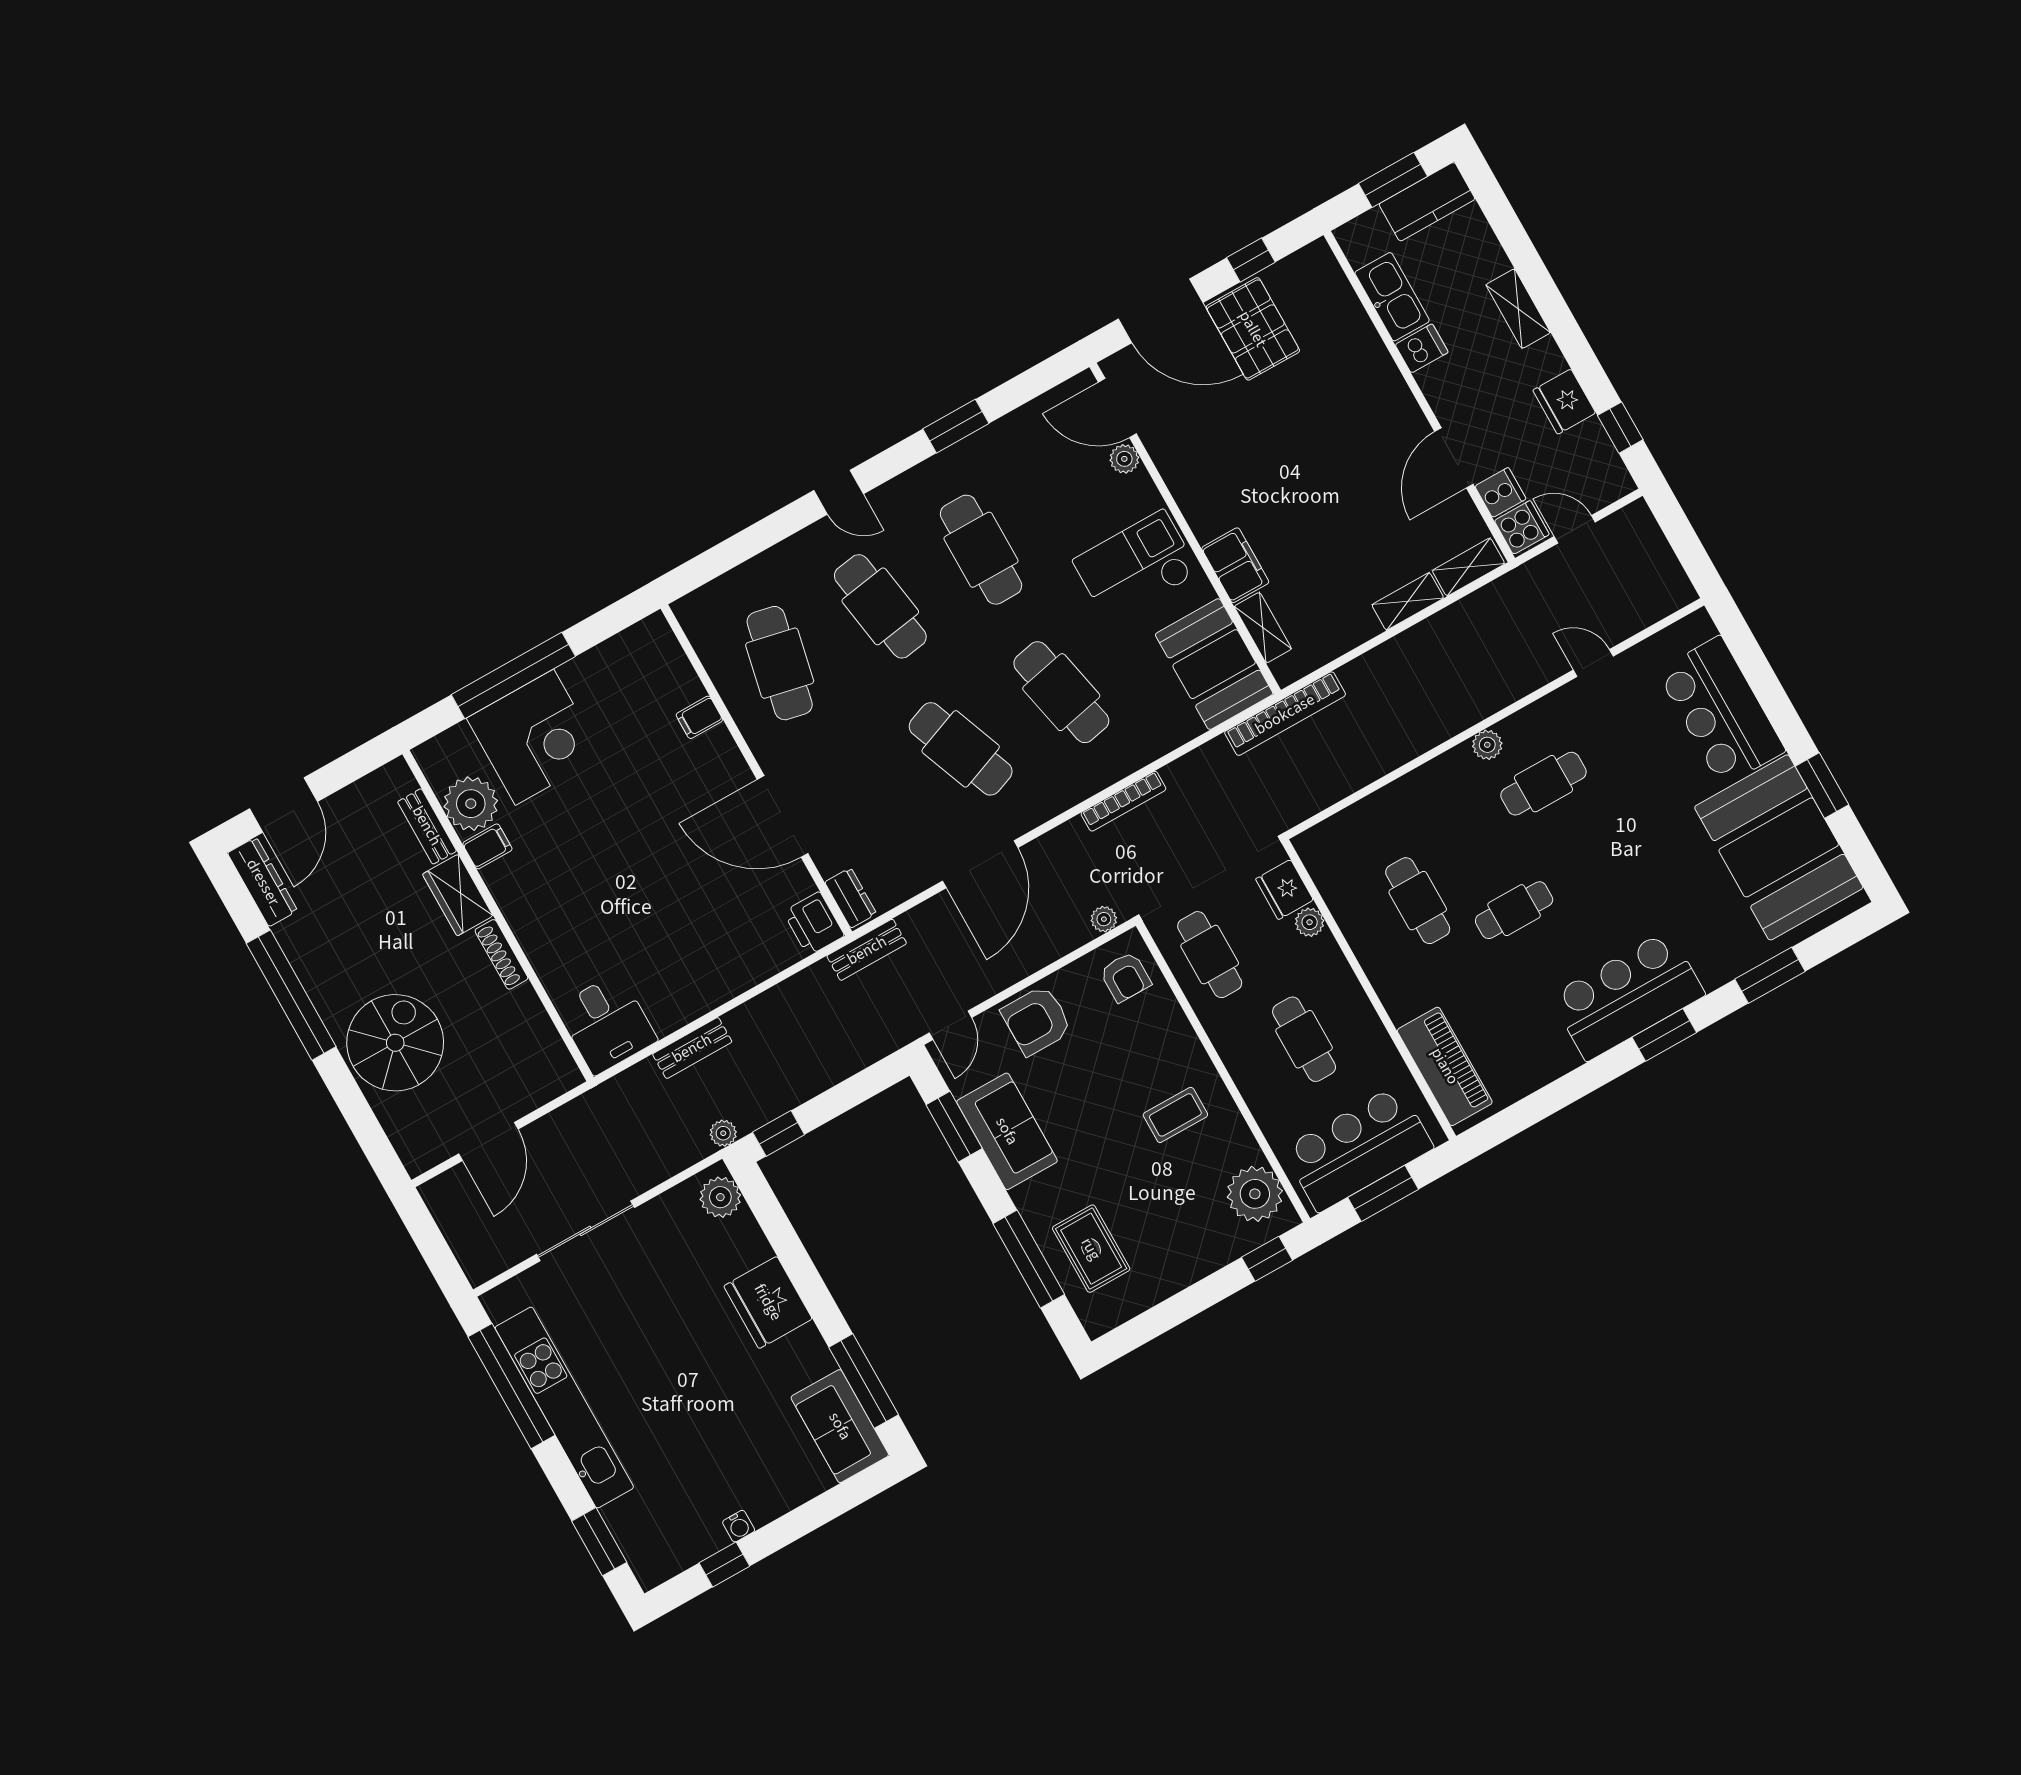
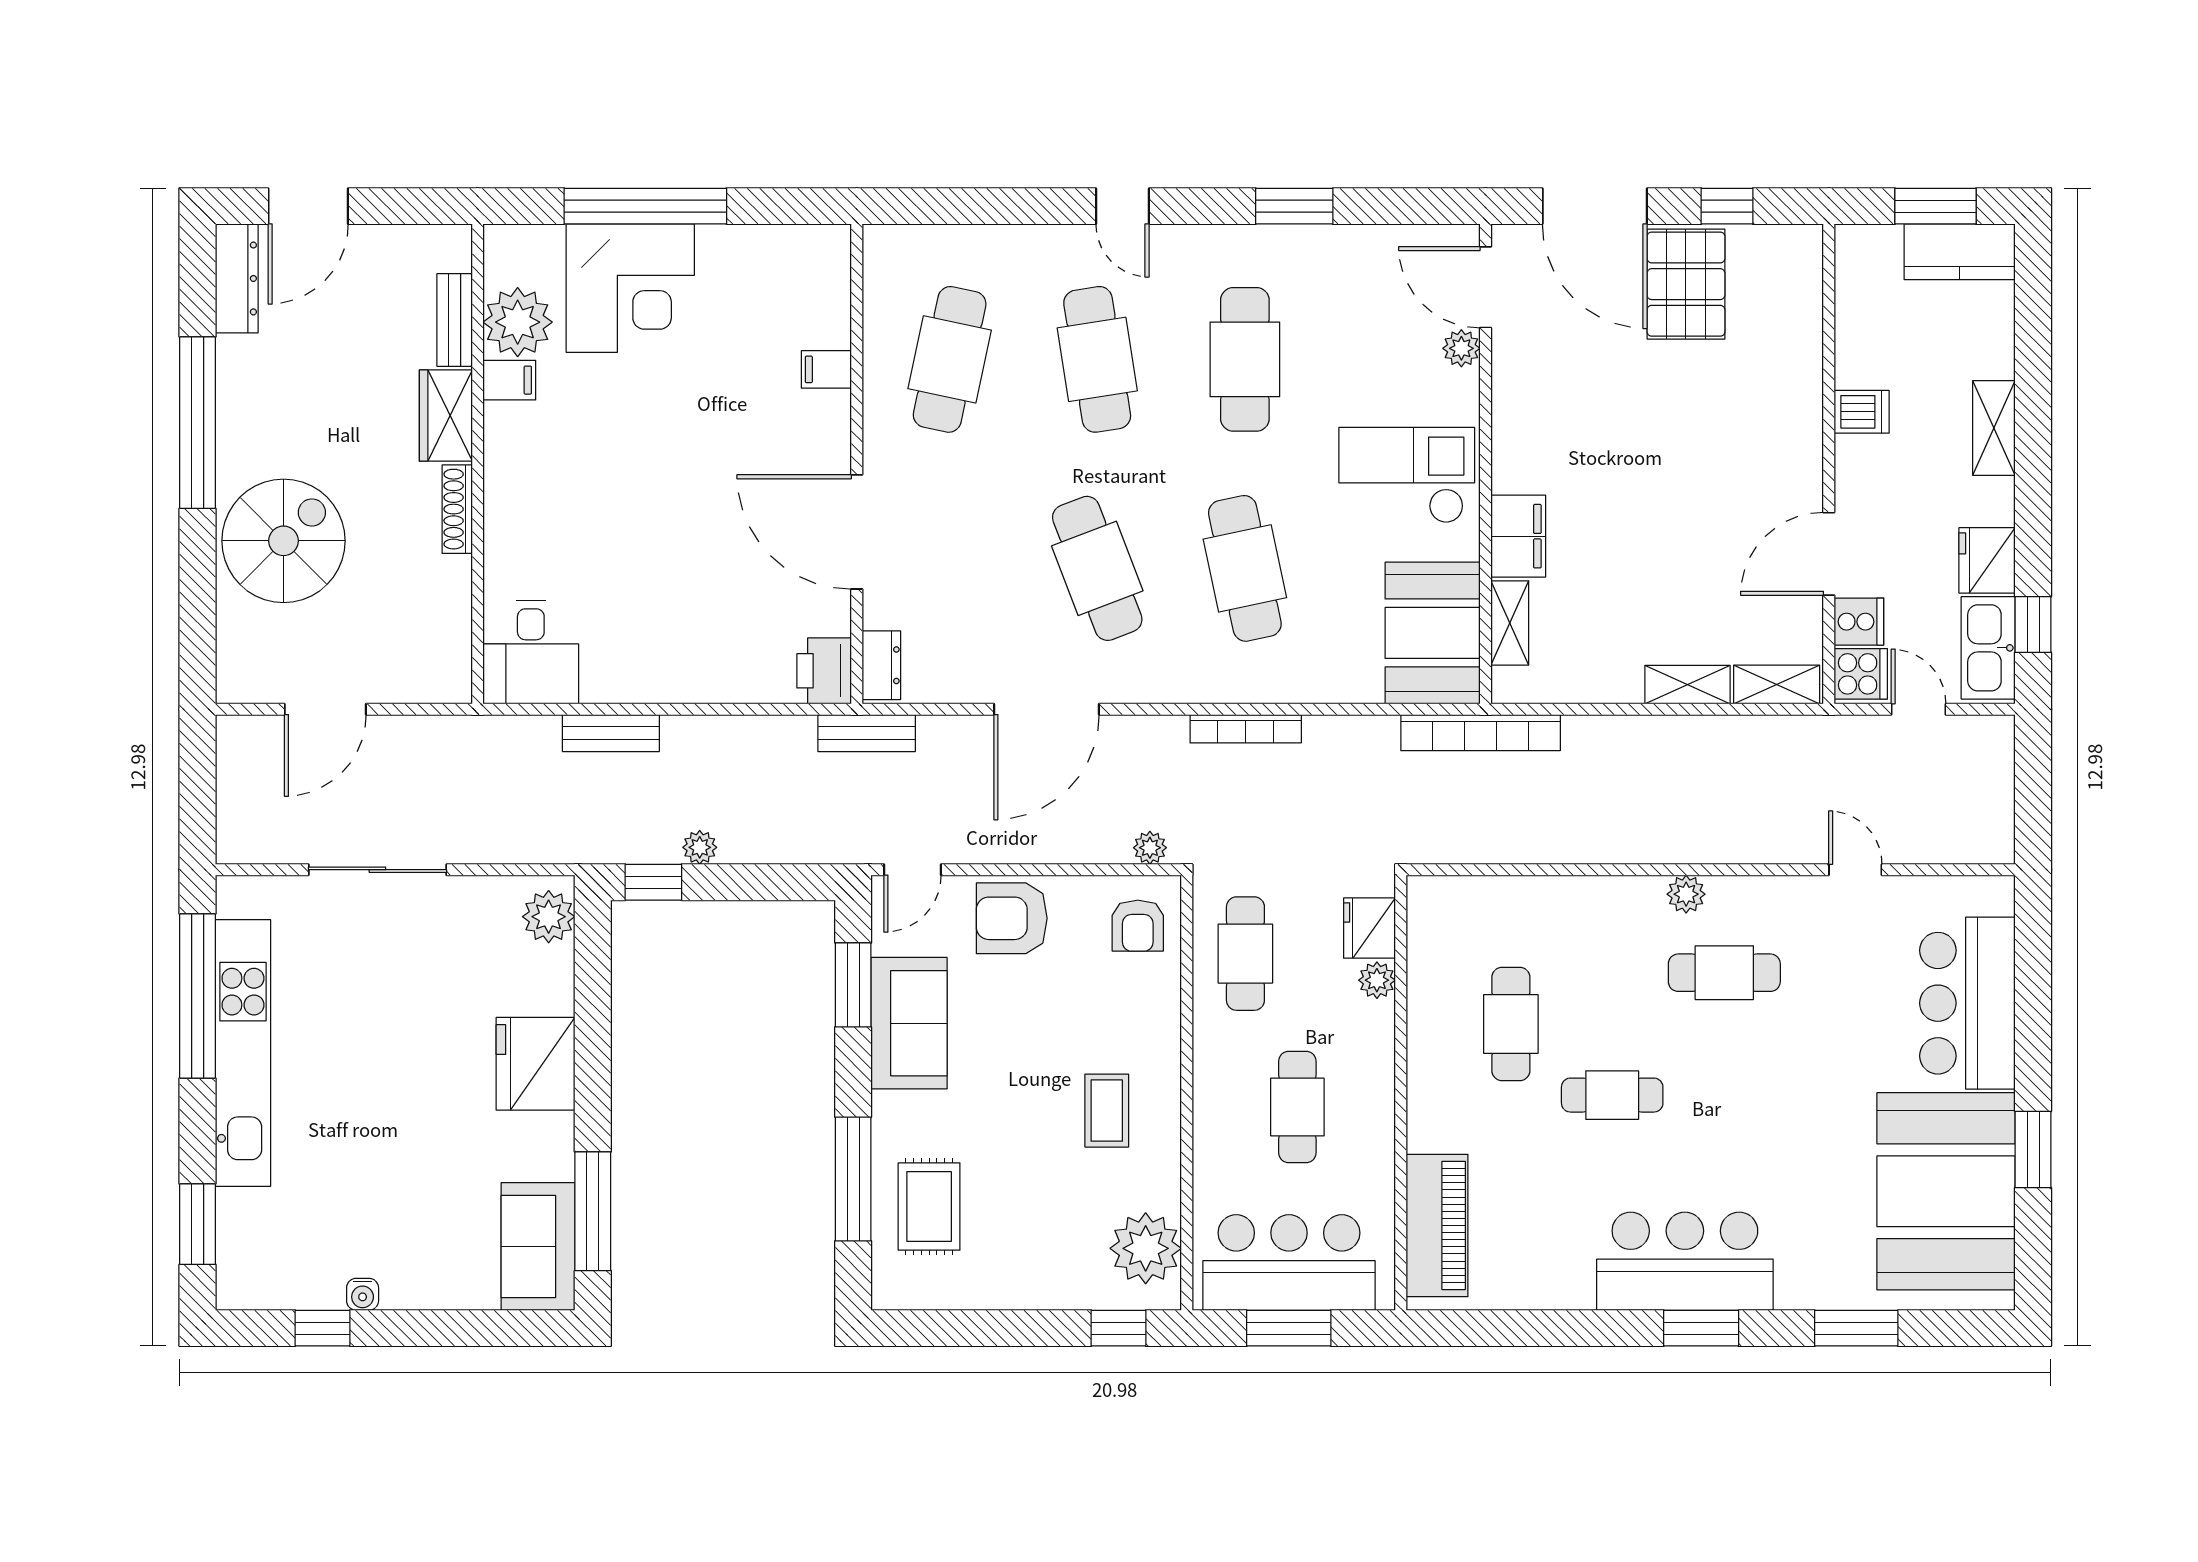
kitchen sink: (1392, 297) -> (1988, 648), moved, turned 180
coffee table: (1175, 1115) -> (1107, 1111), turned 90
plant: (723, 1133) -> (700, 847), moved

